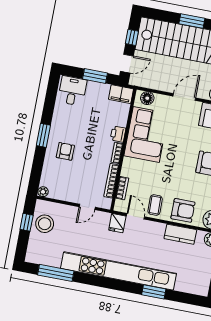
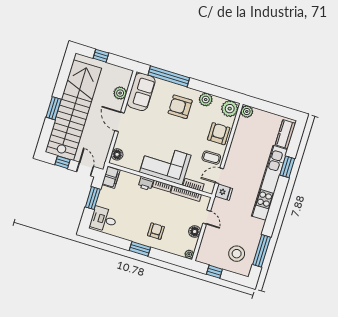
corner sofa: (146, 135) -> (165, 164), moved
armchair: (65, 151) -> (156, 231), turned 90
floor lamp: (70, 195) -> (195, 232), added
stool: (45, 224) -> (237, 254), moved
kitchen counter: (180, 234) -> (285, 134), moved, turned 180
kitchen unit: (119, 271) -> (270, 183), width x0.73

